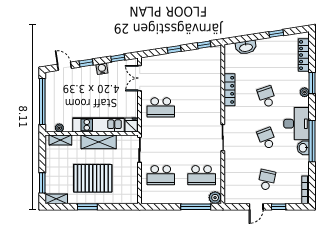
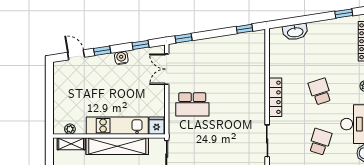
window: (276, 34) -> (344, 13), moved
window: (174, 49) -> (184, 38), moved
locker: (229, 90) -> (275, 97), moved
window: (42, 101) -> (49, 97), removed
school desk: (267, 138) -> (320, 142), turned 39
shelving: (99, 142) -> (117, 146), width x1.47

